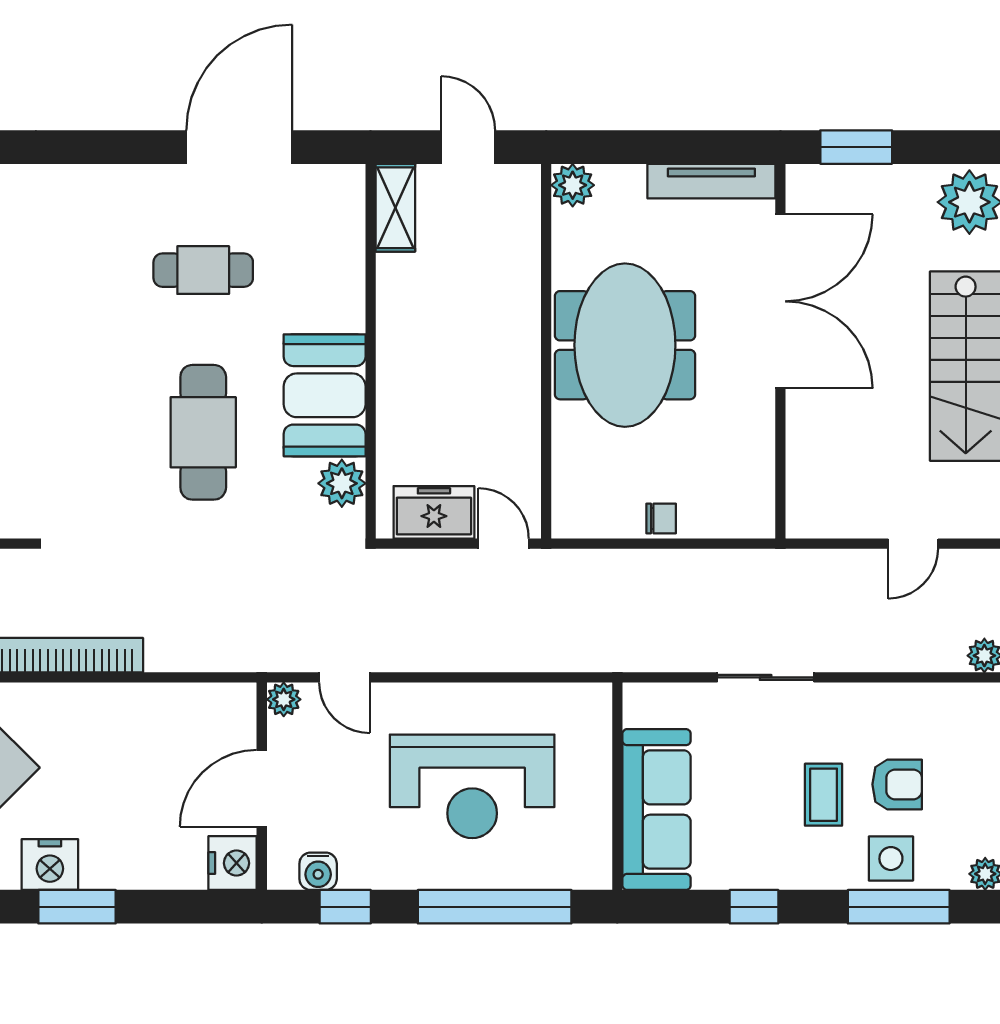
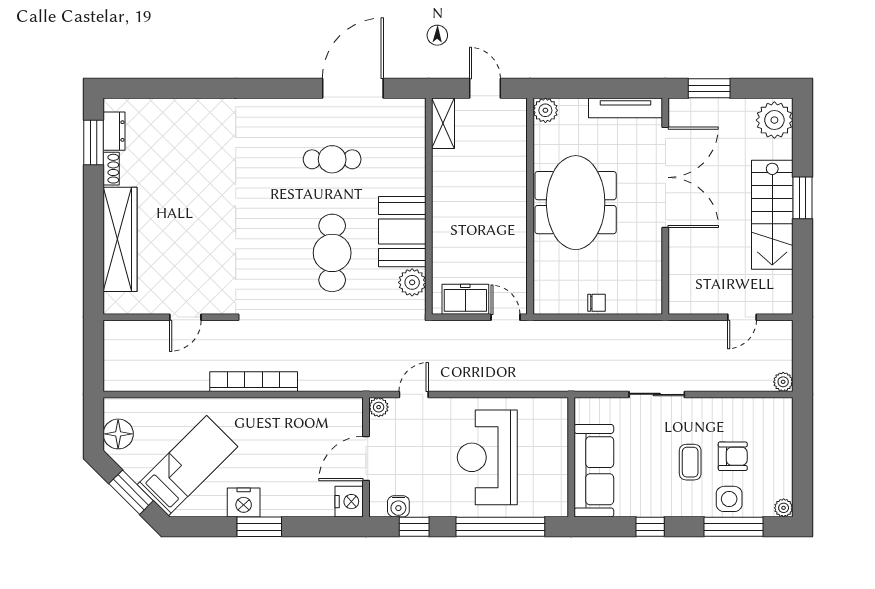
door: (344, 677) -> (414, 394), swing flipped
reception desk: (472, 786) -> (487, 457), turned 90

